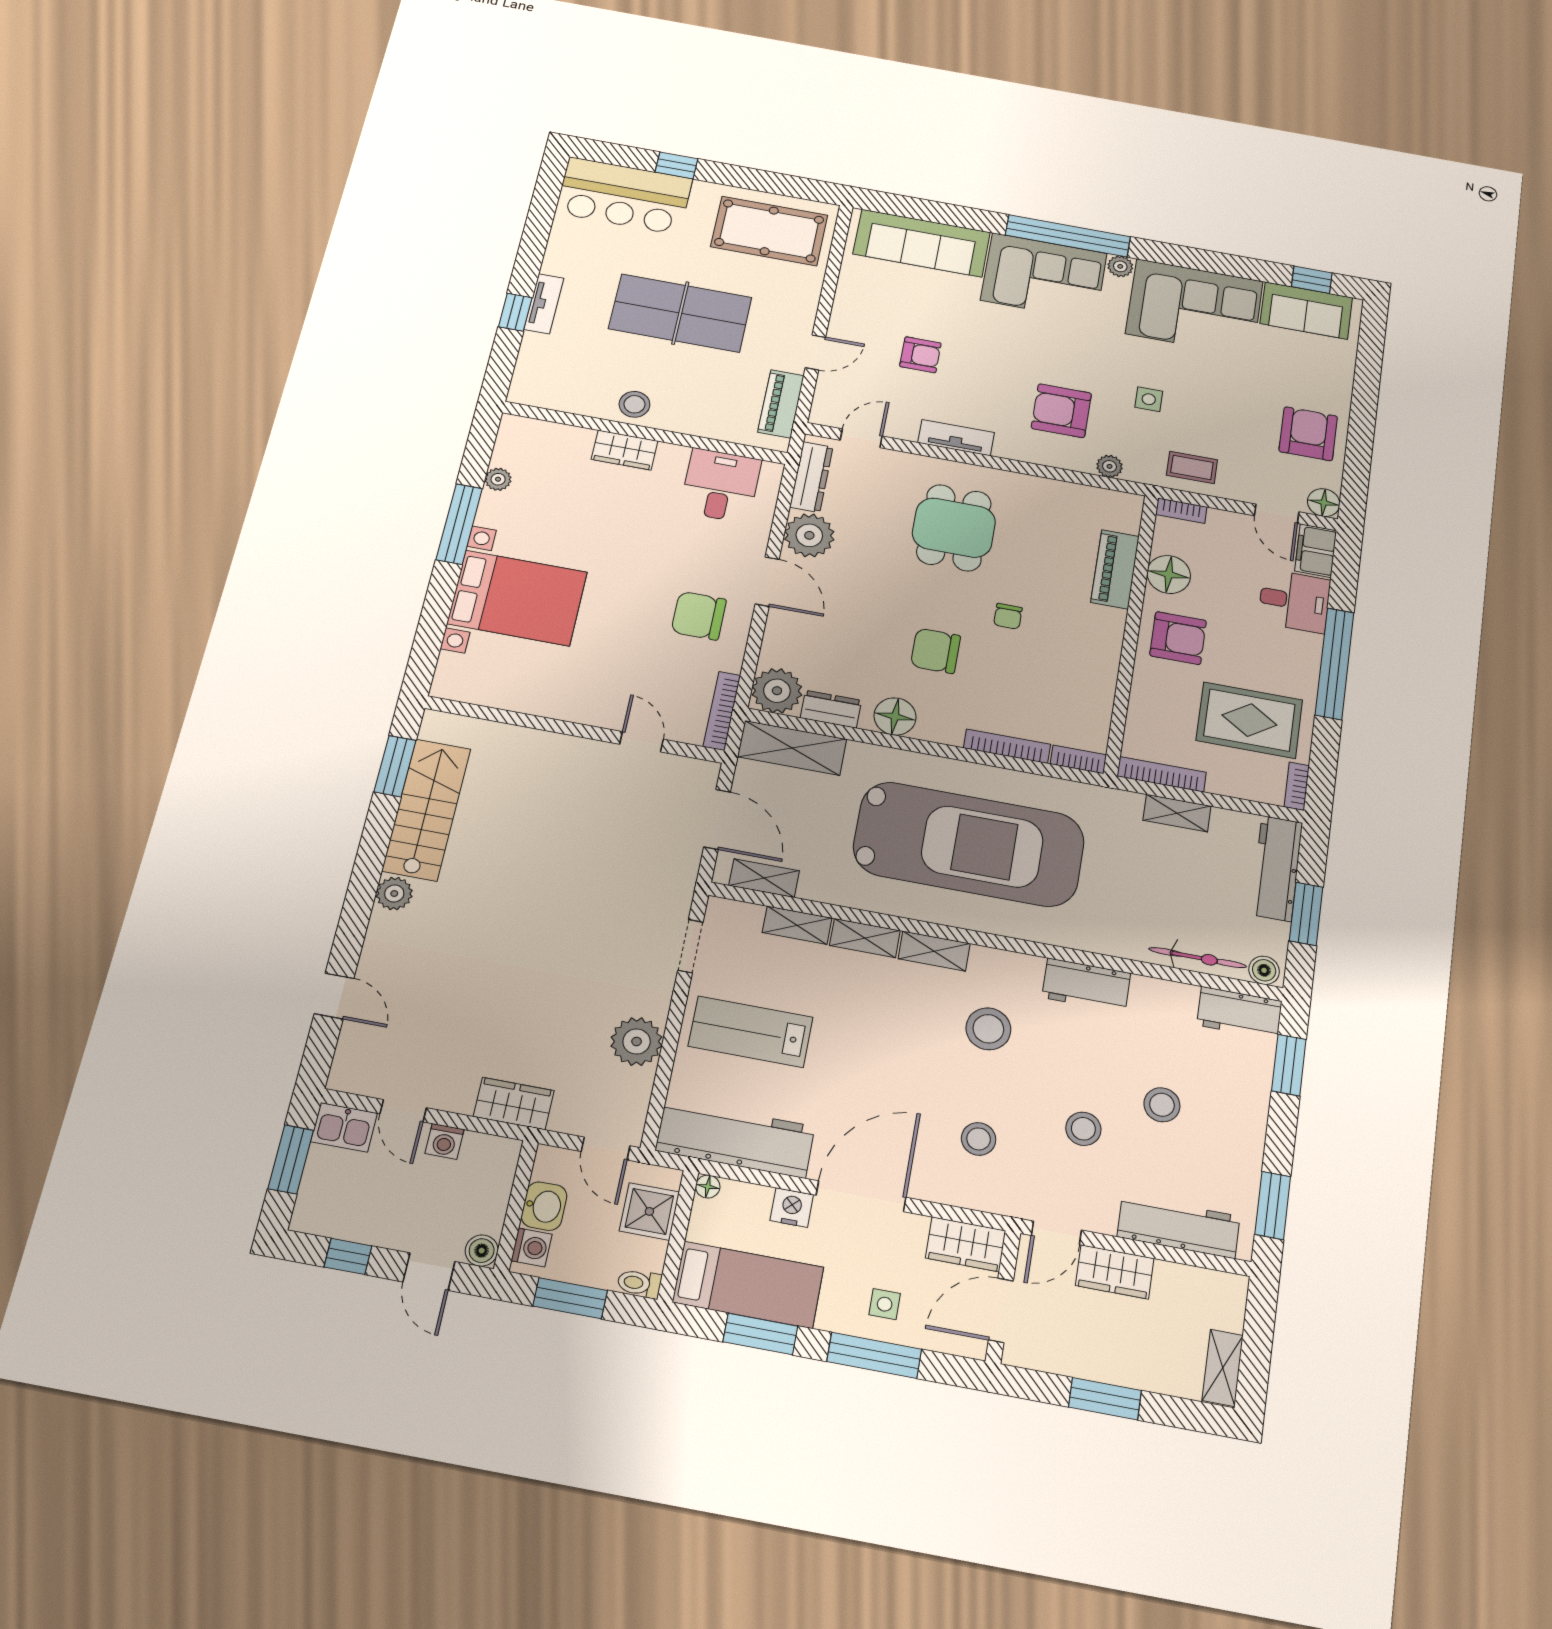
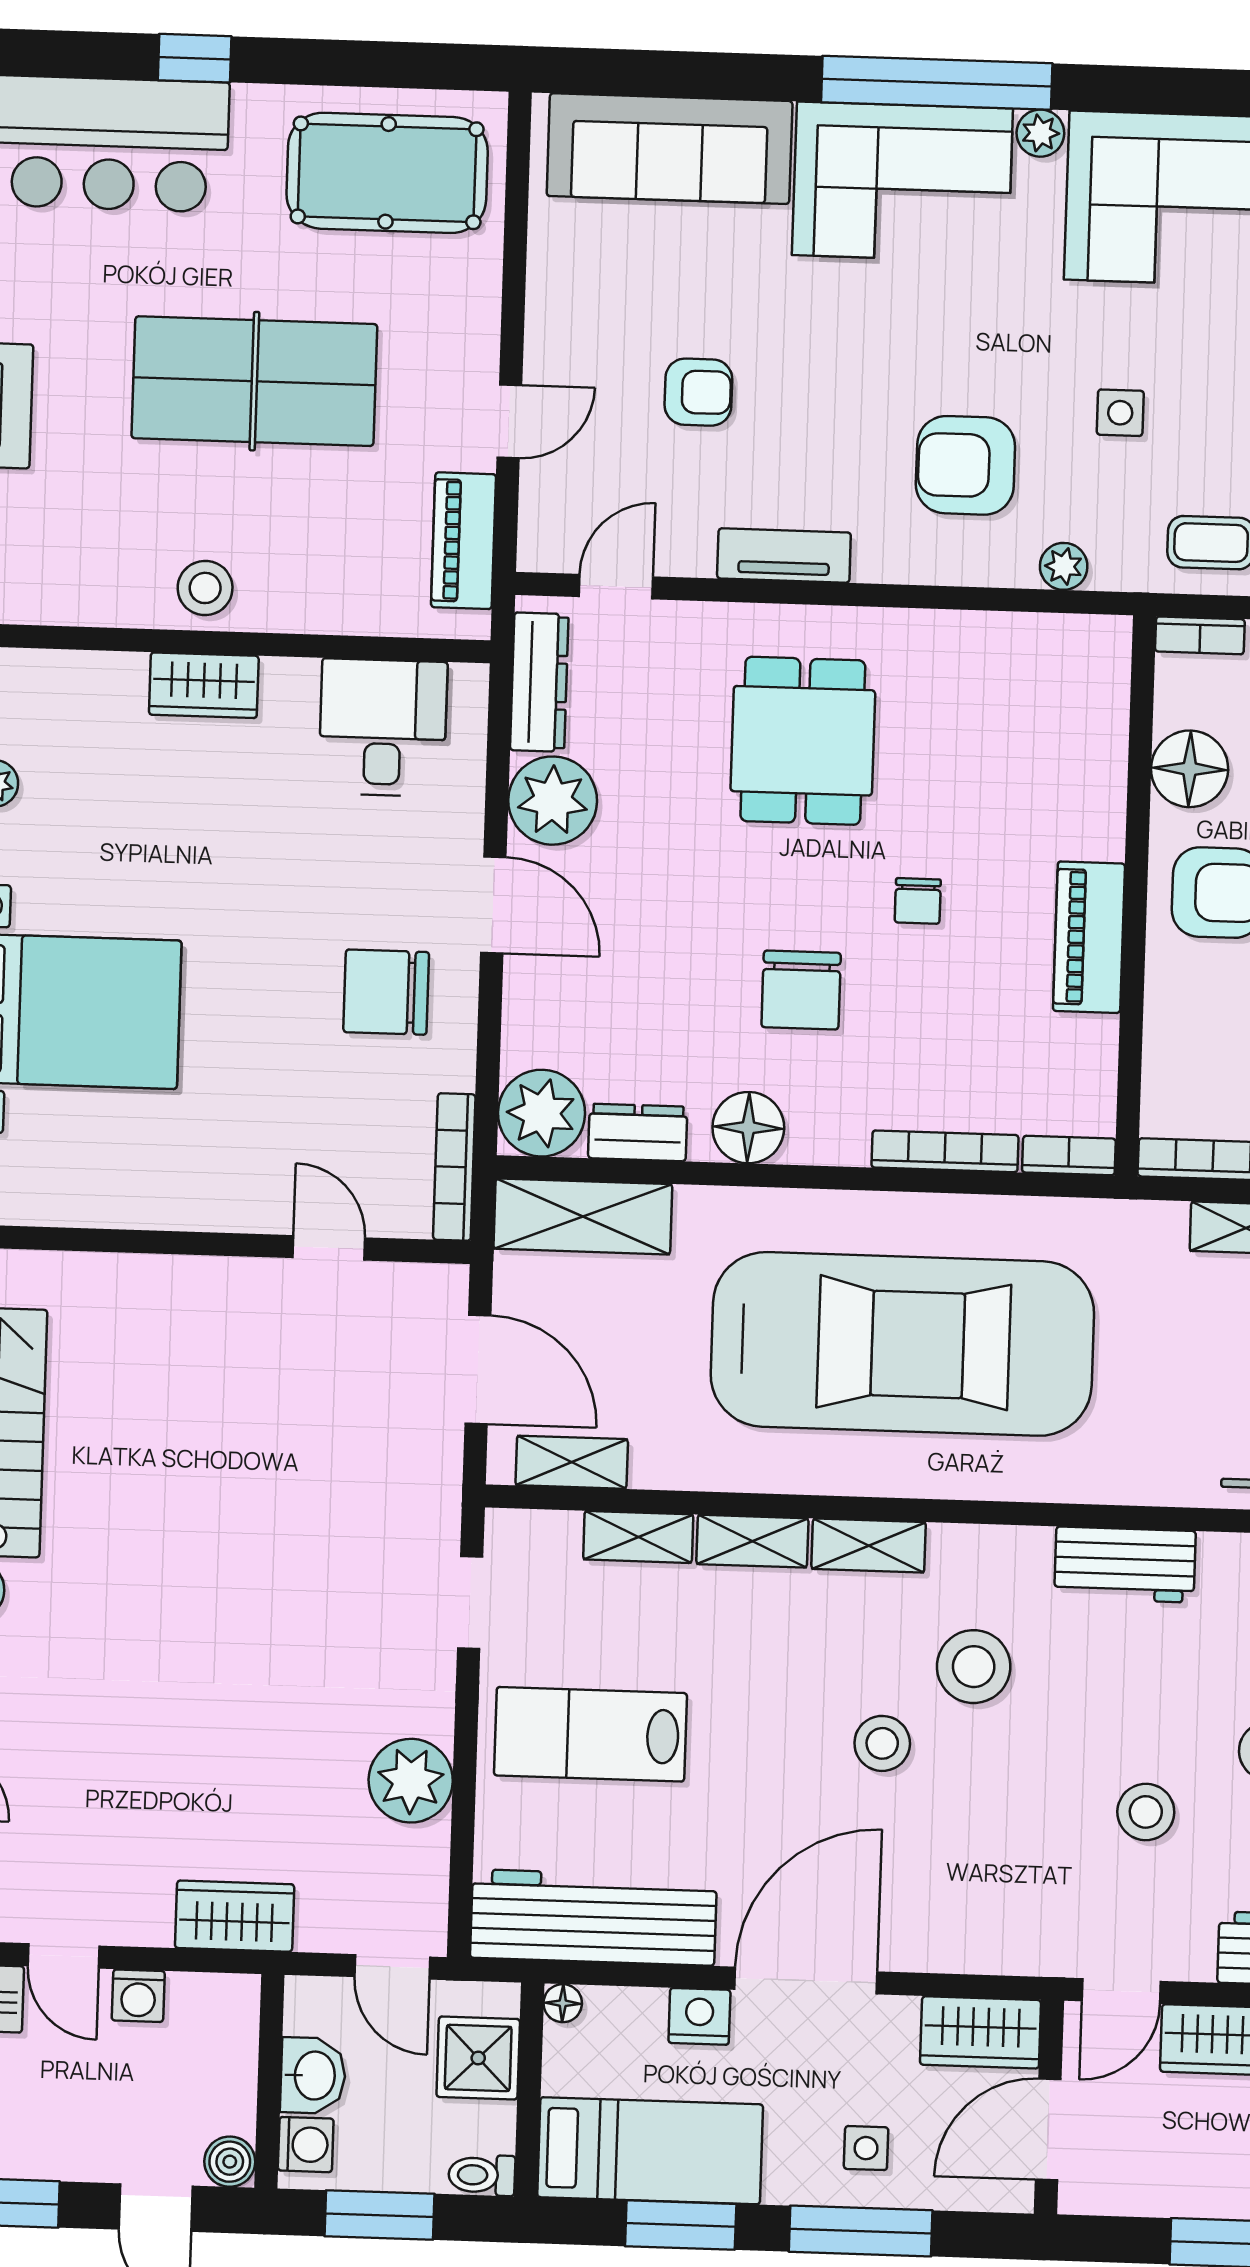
piano: (1115, 569) -> (1089, 937), moved
chair: (935, 651) -> (801, 990), turned -90
stool: (979, 1139) -> (882, 1743), moved

